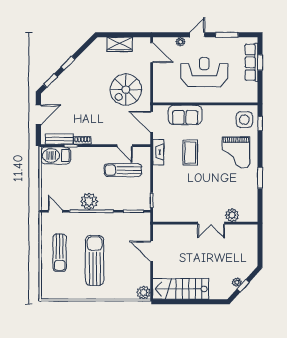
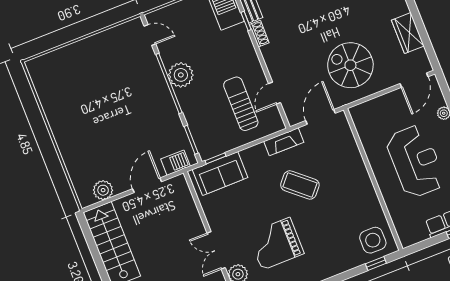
sofa: (185, 115) -> (220, 174), moved, turned -90
grand piano: (236, 152) -> (276, 244), moved
coffee table: (190, 153) -> (300, 185), turned 41
door: (55, 211) -> (150, 35), hinge flipped
barbecue: (144, 227) -> (175, 163), added
sun lounger: (60, 253) -> (96, 63), removed
sun lounger: (95, 260) -> (104, 114), removed
plant: (144, 293) -> (103, 190), moved

